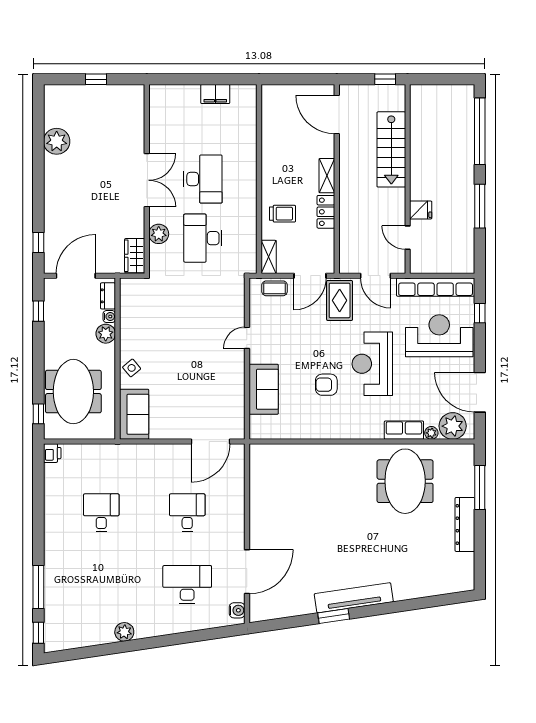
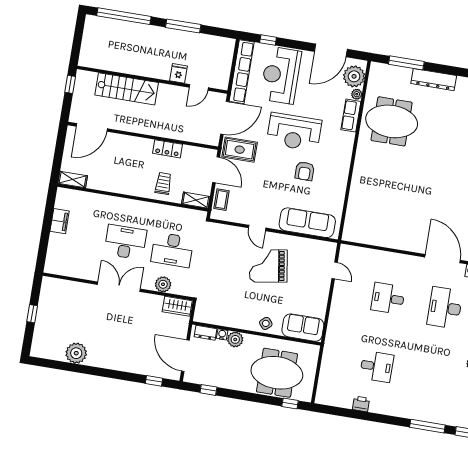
shelving: (327, 176) -> (73, 180), moved
door: (376, 276) -> (225, 118), width x1.36
grand piano: (203, 359) -> (268, 266), added
sofa: (264, 389) -> (307, 223), width x1.36
door: (211, 442) -> (335, 270), width x0.53
printer: (52, 453) -> (361, 404), moved
desk: (101, 513) -> (377, 367), turned 180

